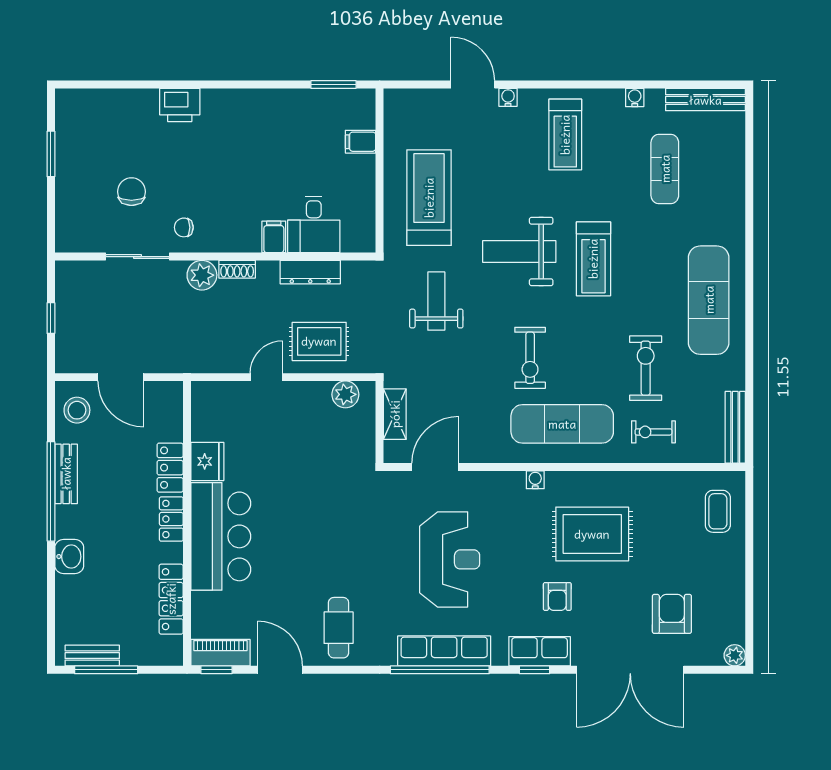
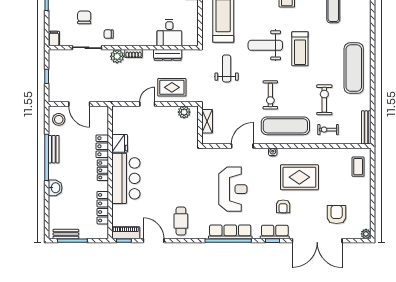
filing cabinet: (274, 237) -> (54, 38), moved
door: (435, 467) -> (242, 146), moved

